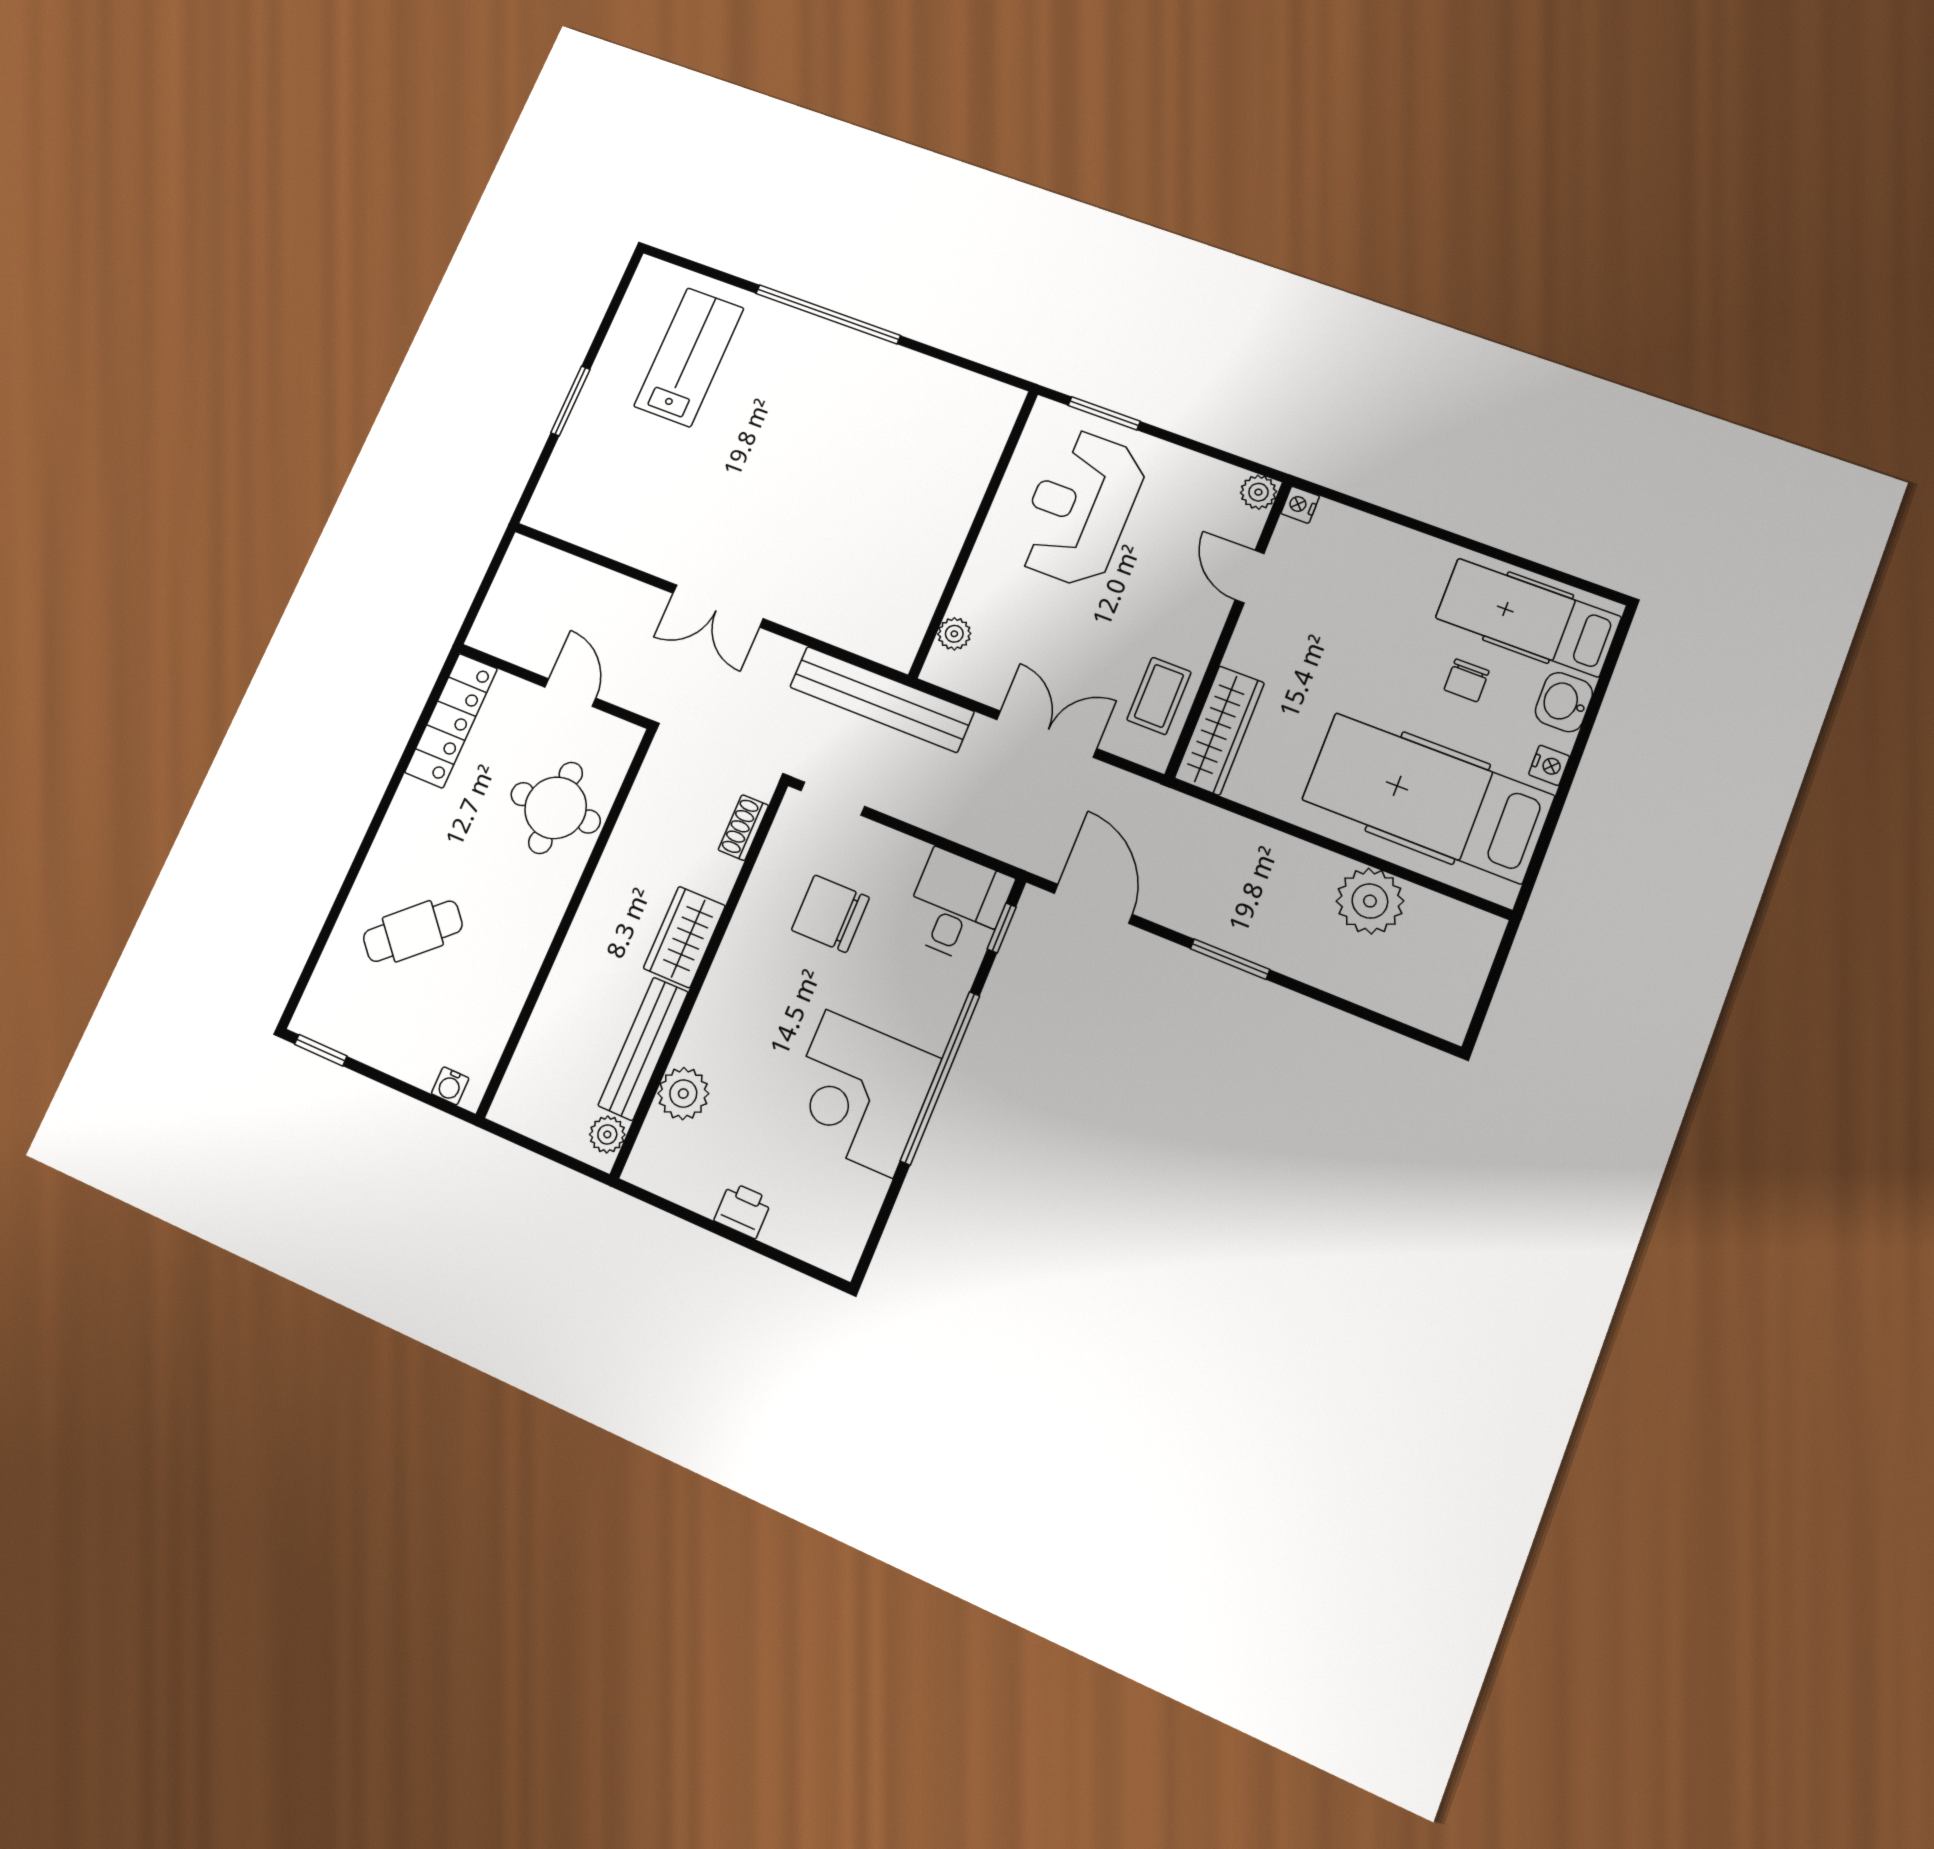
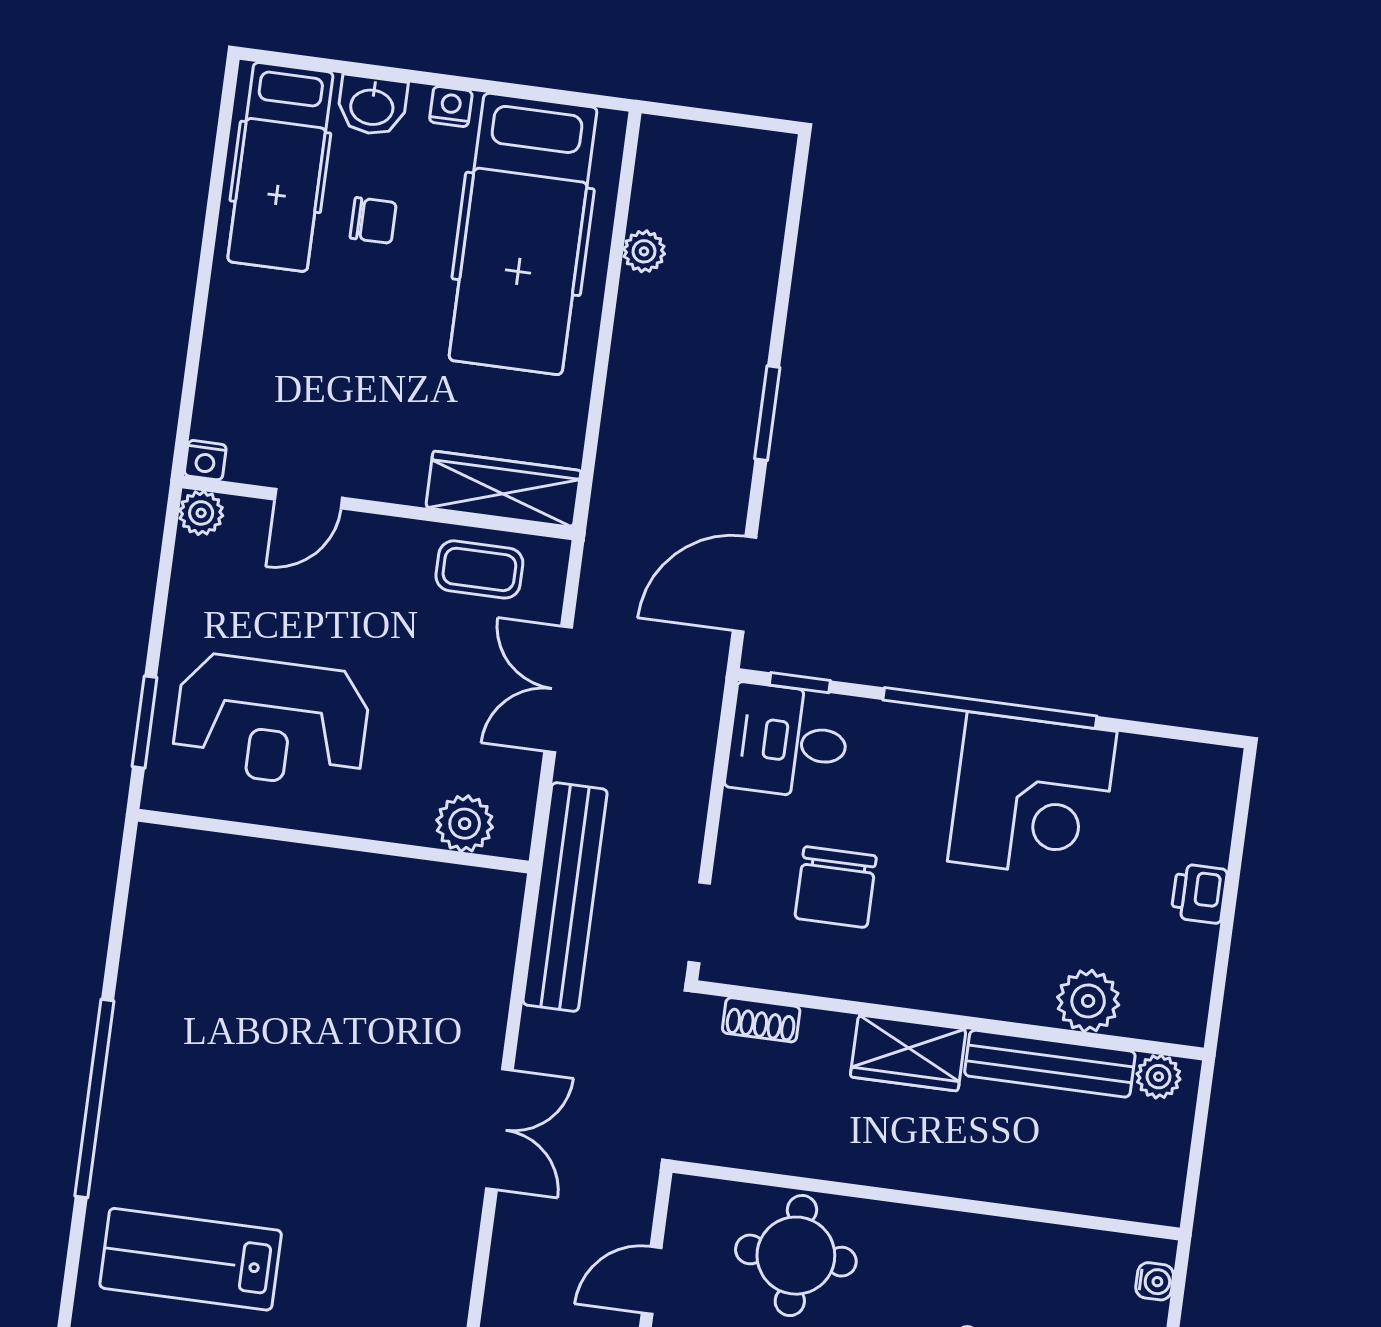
plant: (954, 634) -> (465, 824), width x1.38, depth x1.38
plant: (1370, 901) -> (644, 251), width x0.53, depth x0.53

